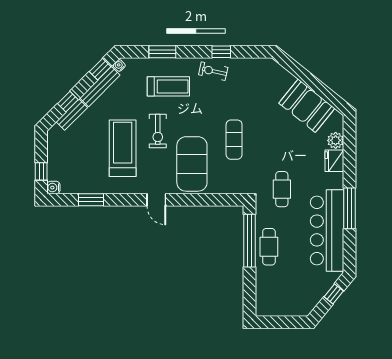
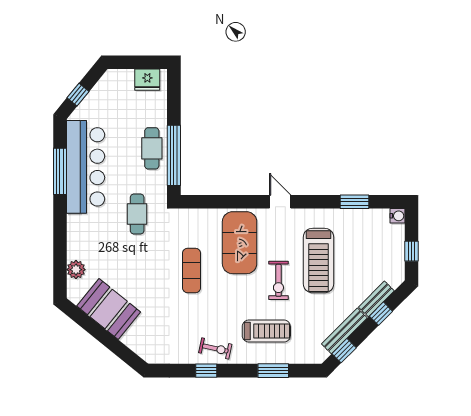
water cooler: (119, 65) -> (322, 355), removed
treadmill: (168, 86) -> (266, 331), turned 180
exercise bike: (158, 131) -> (278, 280), turned 180
fridge: (334, 161) -> (147, 80), moved, turned 90
window: (41, 171) -> (411, 251), moved
window: (350, 208) -> (60, 171), moved

